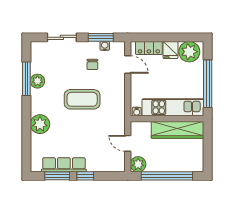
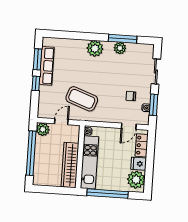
coffee table: (82, 99) -> (82, 99), moved, turned -70
plant: (40, 124) -> (95, 49), moved

